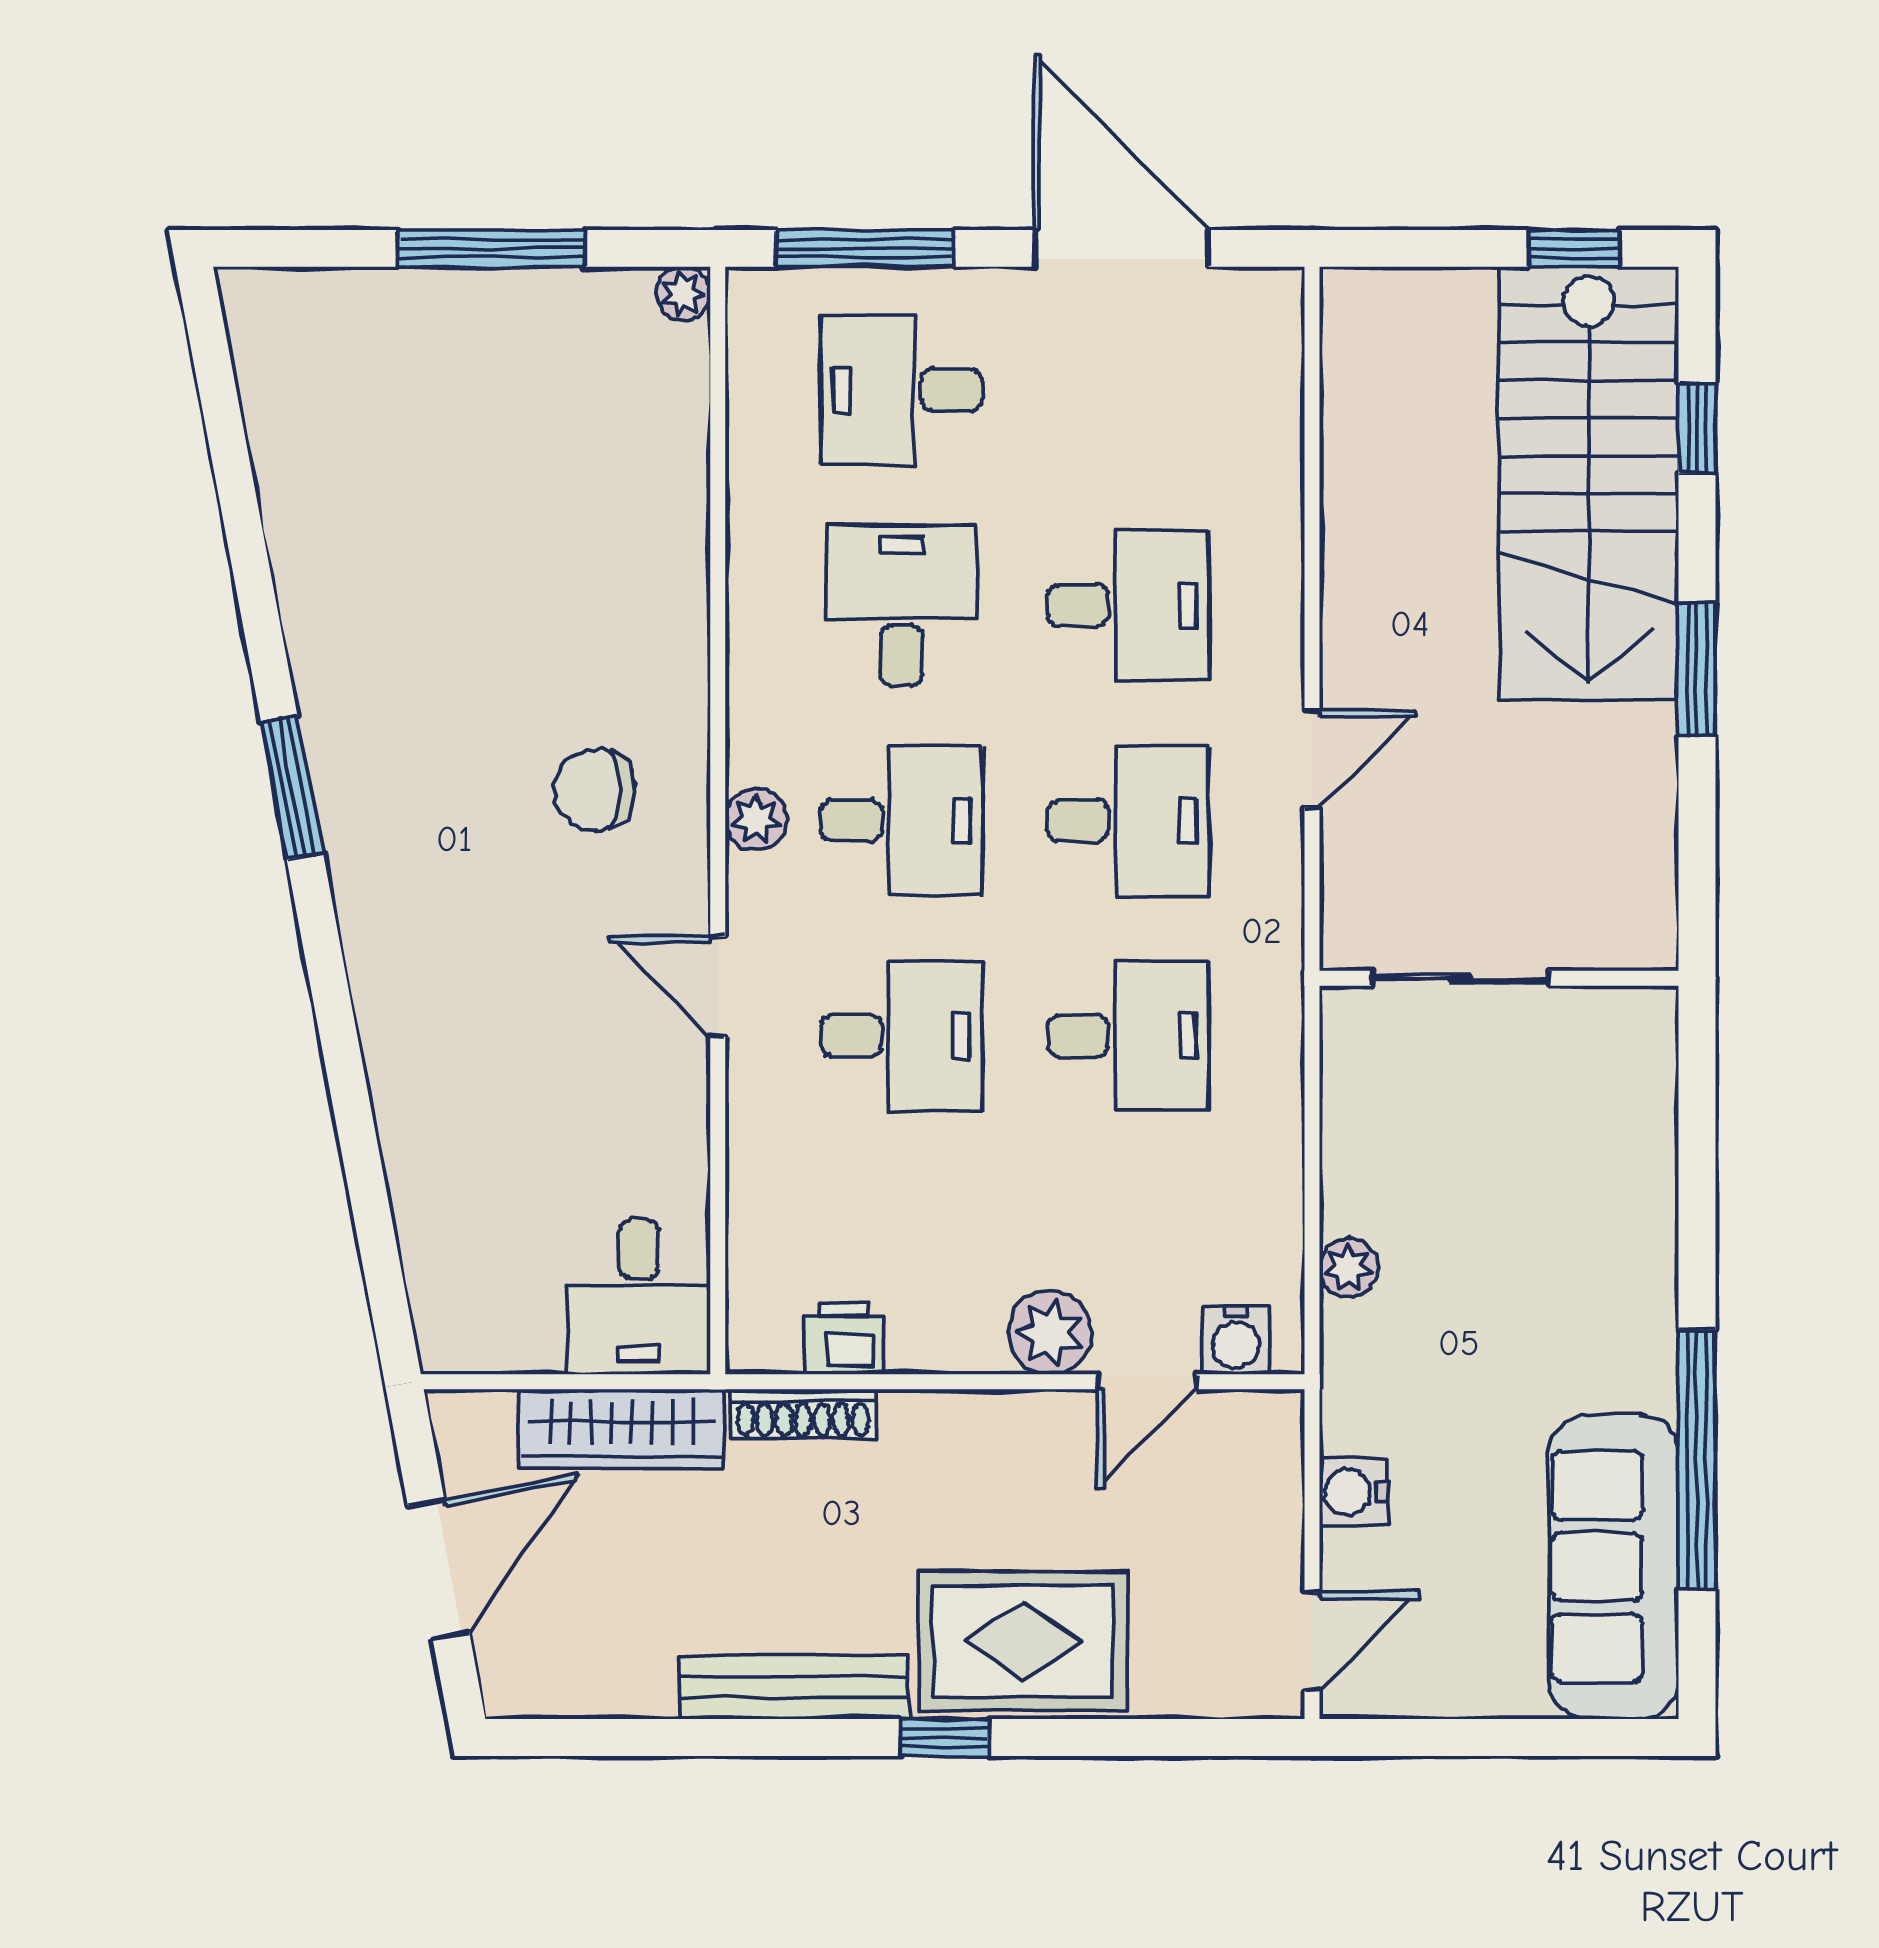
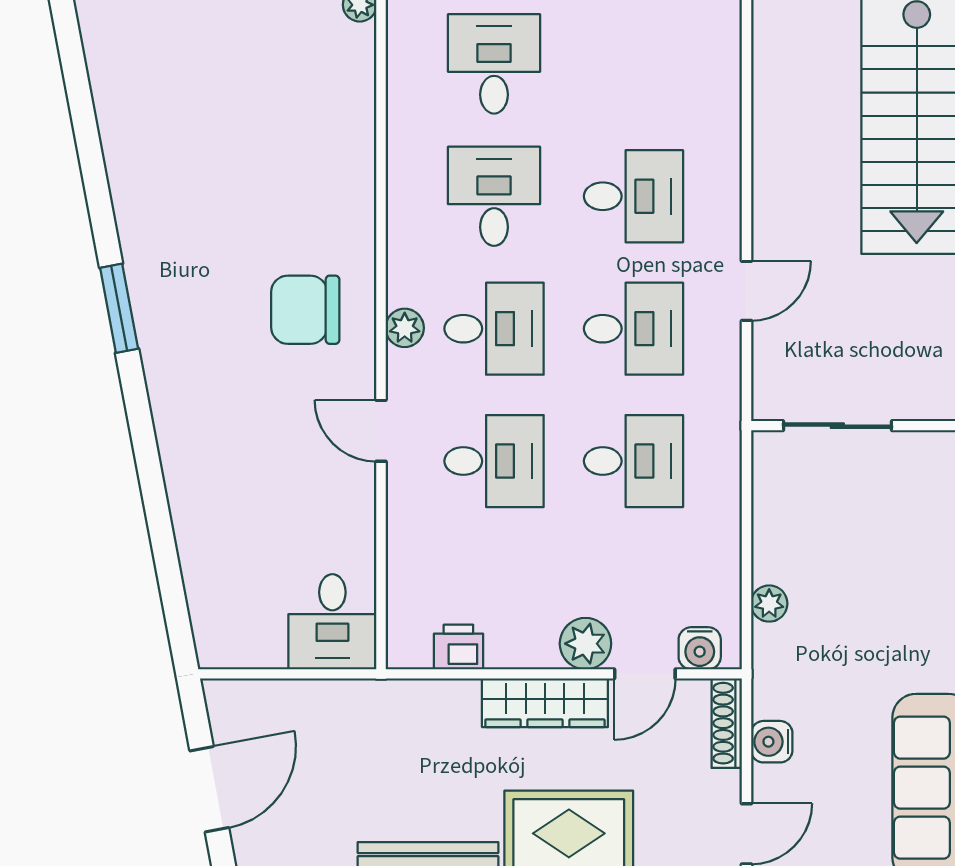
desk: (901, 390) -> (494, 64), turned 90
chair: (595, 790) -> (305, 310), width x1.37, depth x1.37
shoe rack: (803, 1414) -> (727, 723), moved, turned 90
wardrobe: (622, 1429) -> (545, 703), moved

